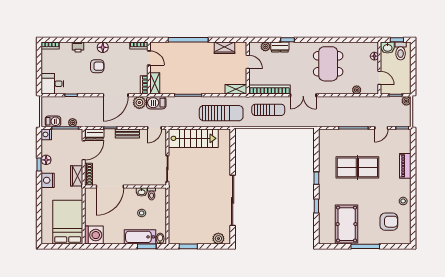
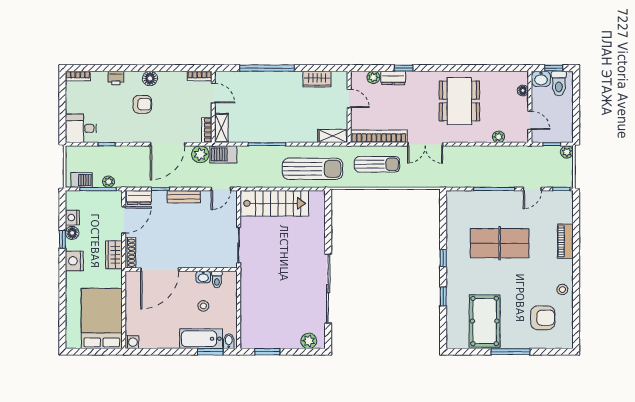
nightstand: (46, 134) -> (72, 218), moved
washing machine: (94, 235) -> (132, 342), width x0.53, depth x0.53

